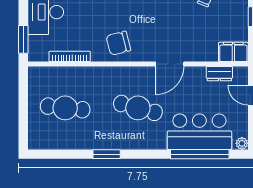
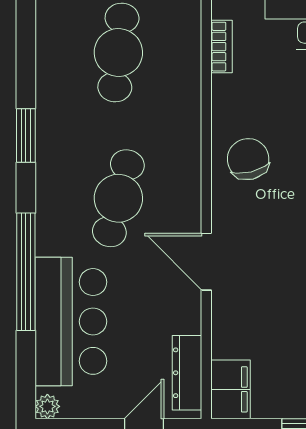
bookcase: (70, 56) -> (221, 47), width x0.64
dresser: (219, 74) -> (187, 373), width x1.44
window: (200, 154) -> (26, 272), moved

